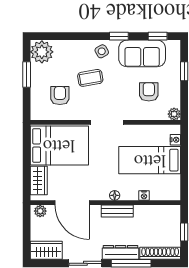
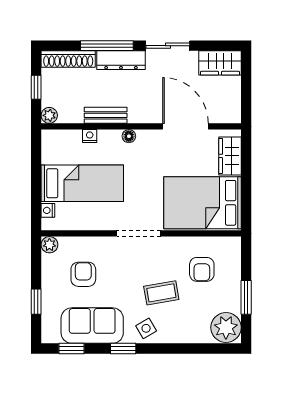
armchair: (149, 92) -> (83, 274), turned 180
plant: (40, 211) -> (49, 115), moved
bench: (117, 211) -> (106, 115), moved

